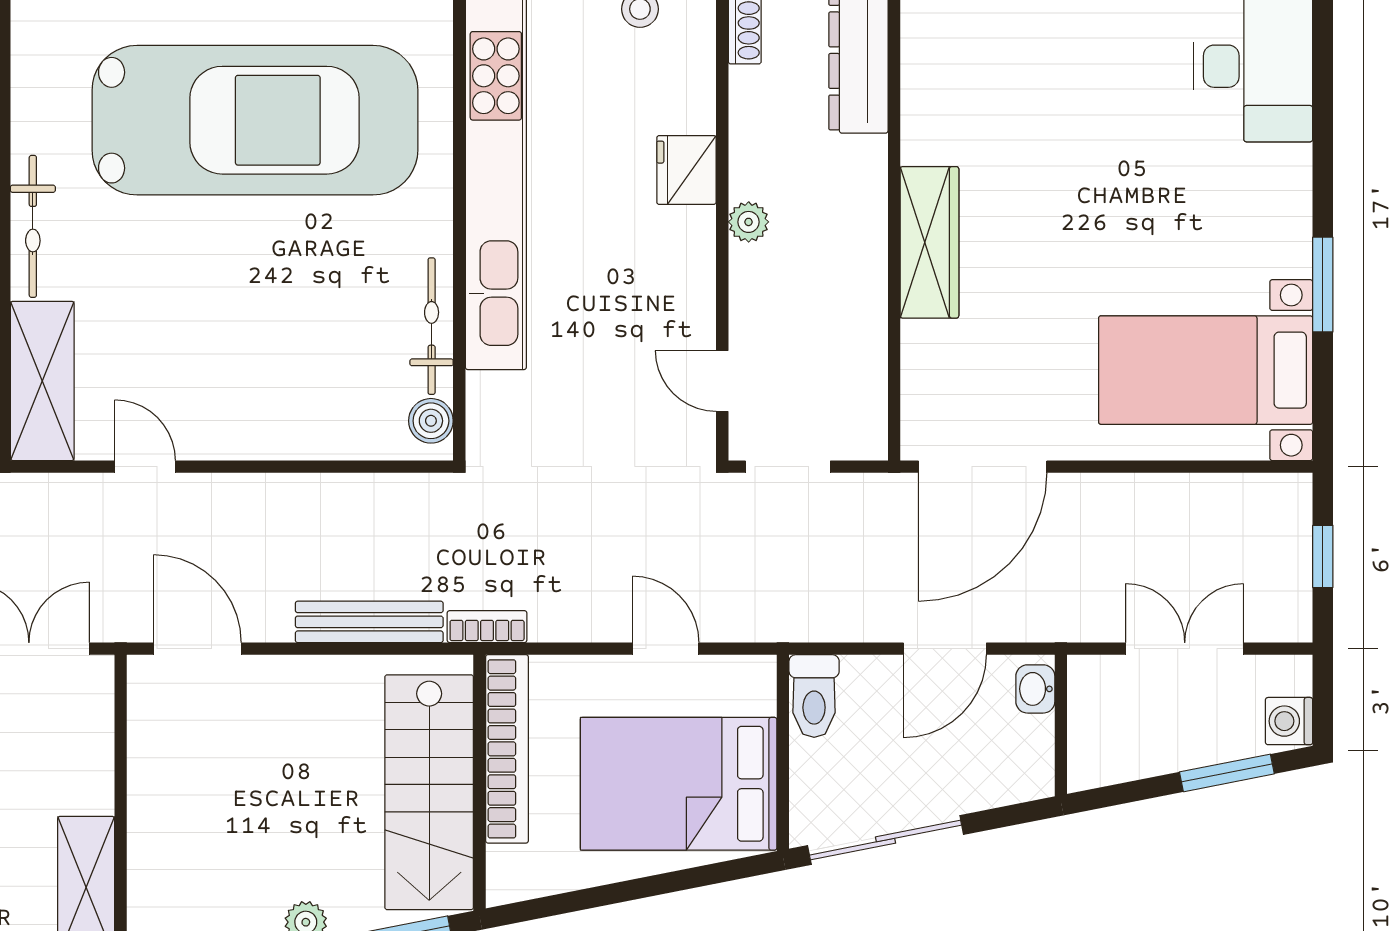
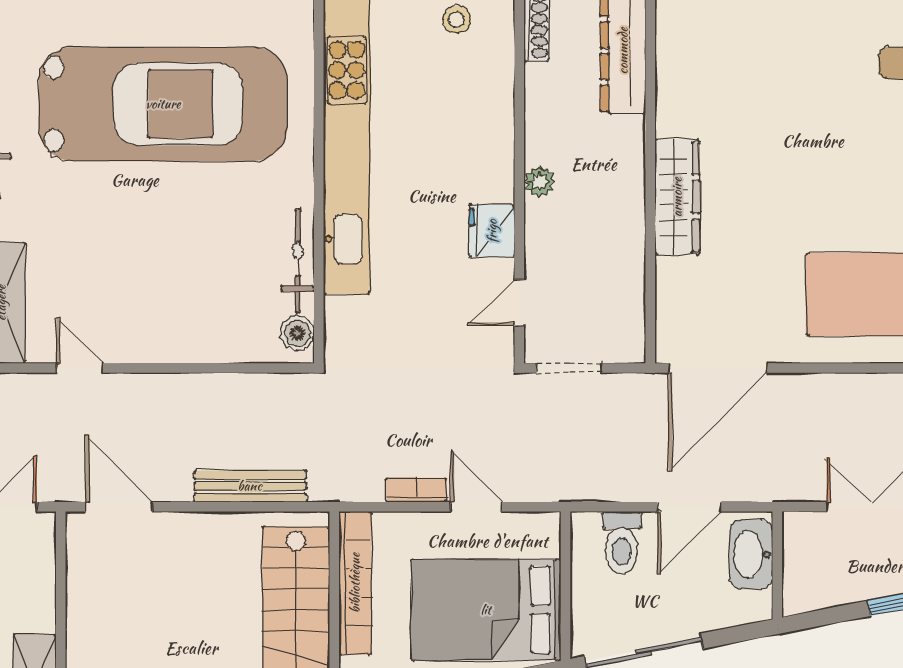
fridge: (686, 170) -> (492, 231), moved
door: (722, 381) -> (519, 303), hinge flipped
bookcase: (487, 627) -> (416, 490), moved
washbasin: (1035, 689) -> (751, 554), width x1.91, depth x1.45
toilet: (814, 696) -> (622, 543), moved

